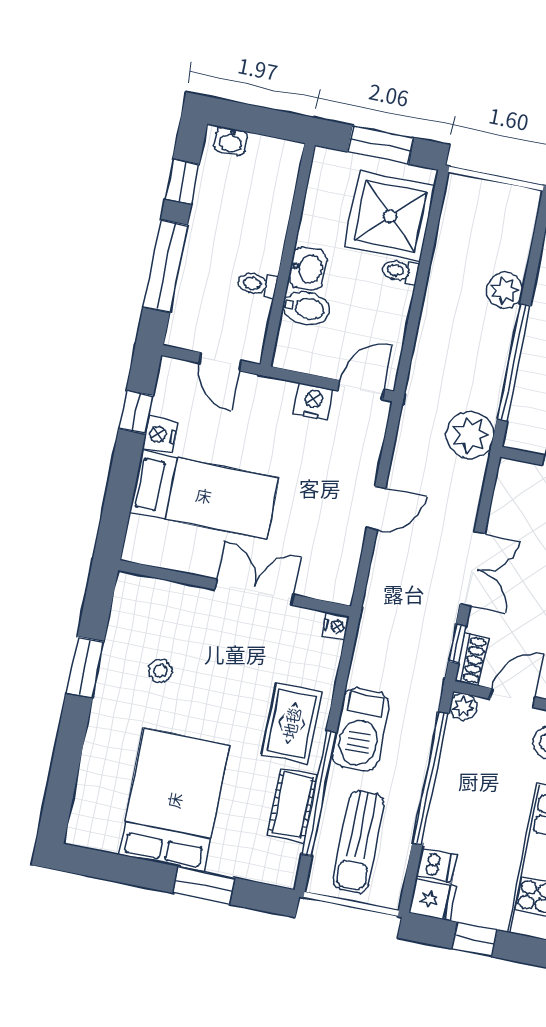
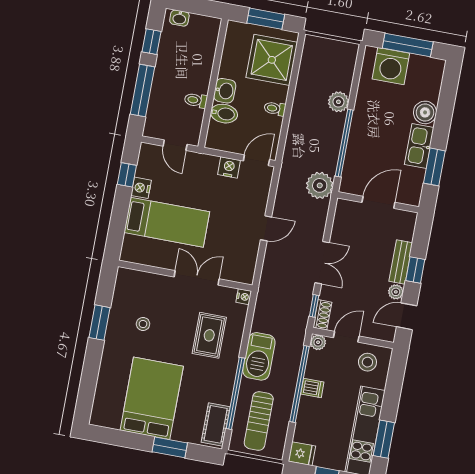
toilet: (400, 271) -> (275, 109), moved
rug: (291, 723) -> (209, 335), moved
cot: (292, 805) -> (216, 424), moved
dishwasher: (436, 866) -> (312, 388), moved

